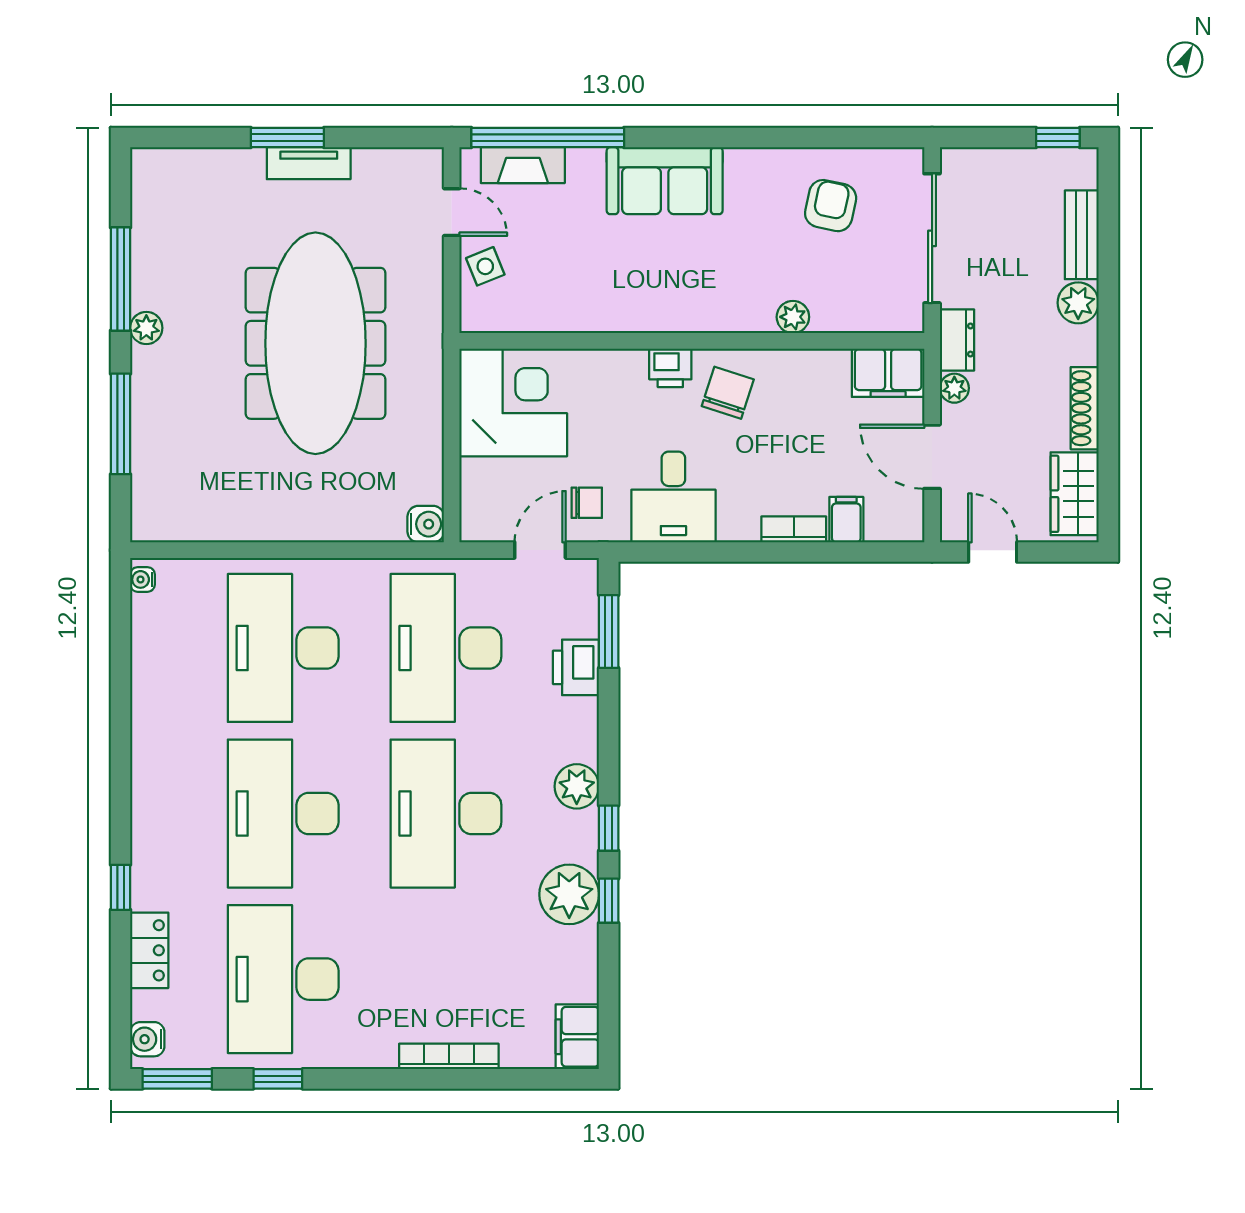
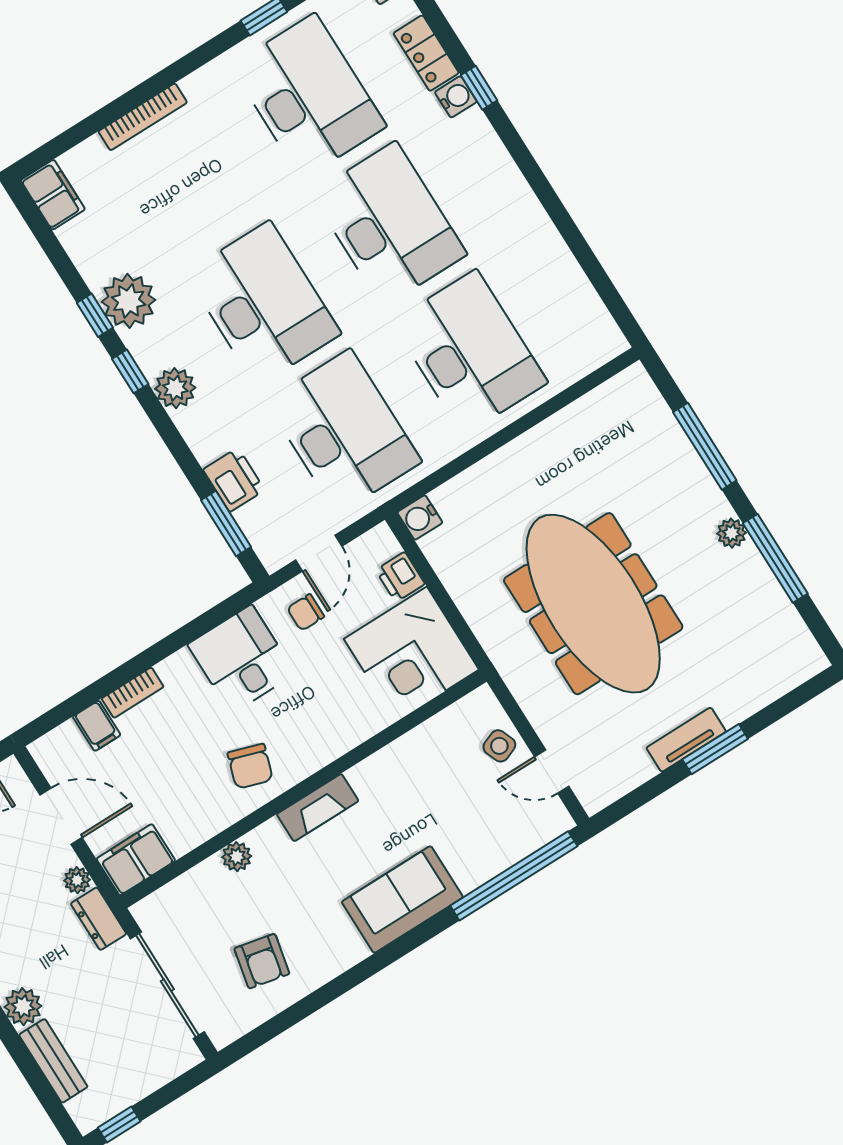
fireplace: (523, 165) -> (318, 808), moved, turned 180
printer: (670, 368) -> (400, 577), moved, turned -90
water cooler: (143, 579) -> (456, 97), moved, width x1.38, depth x1.38

